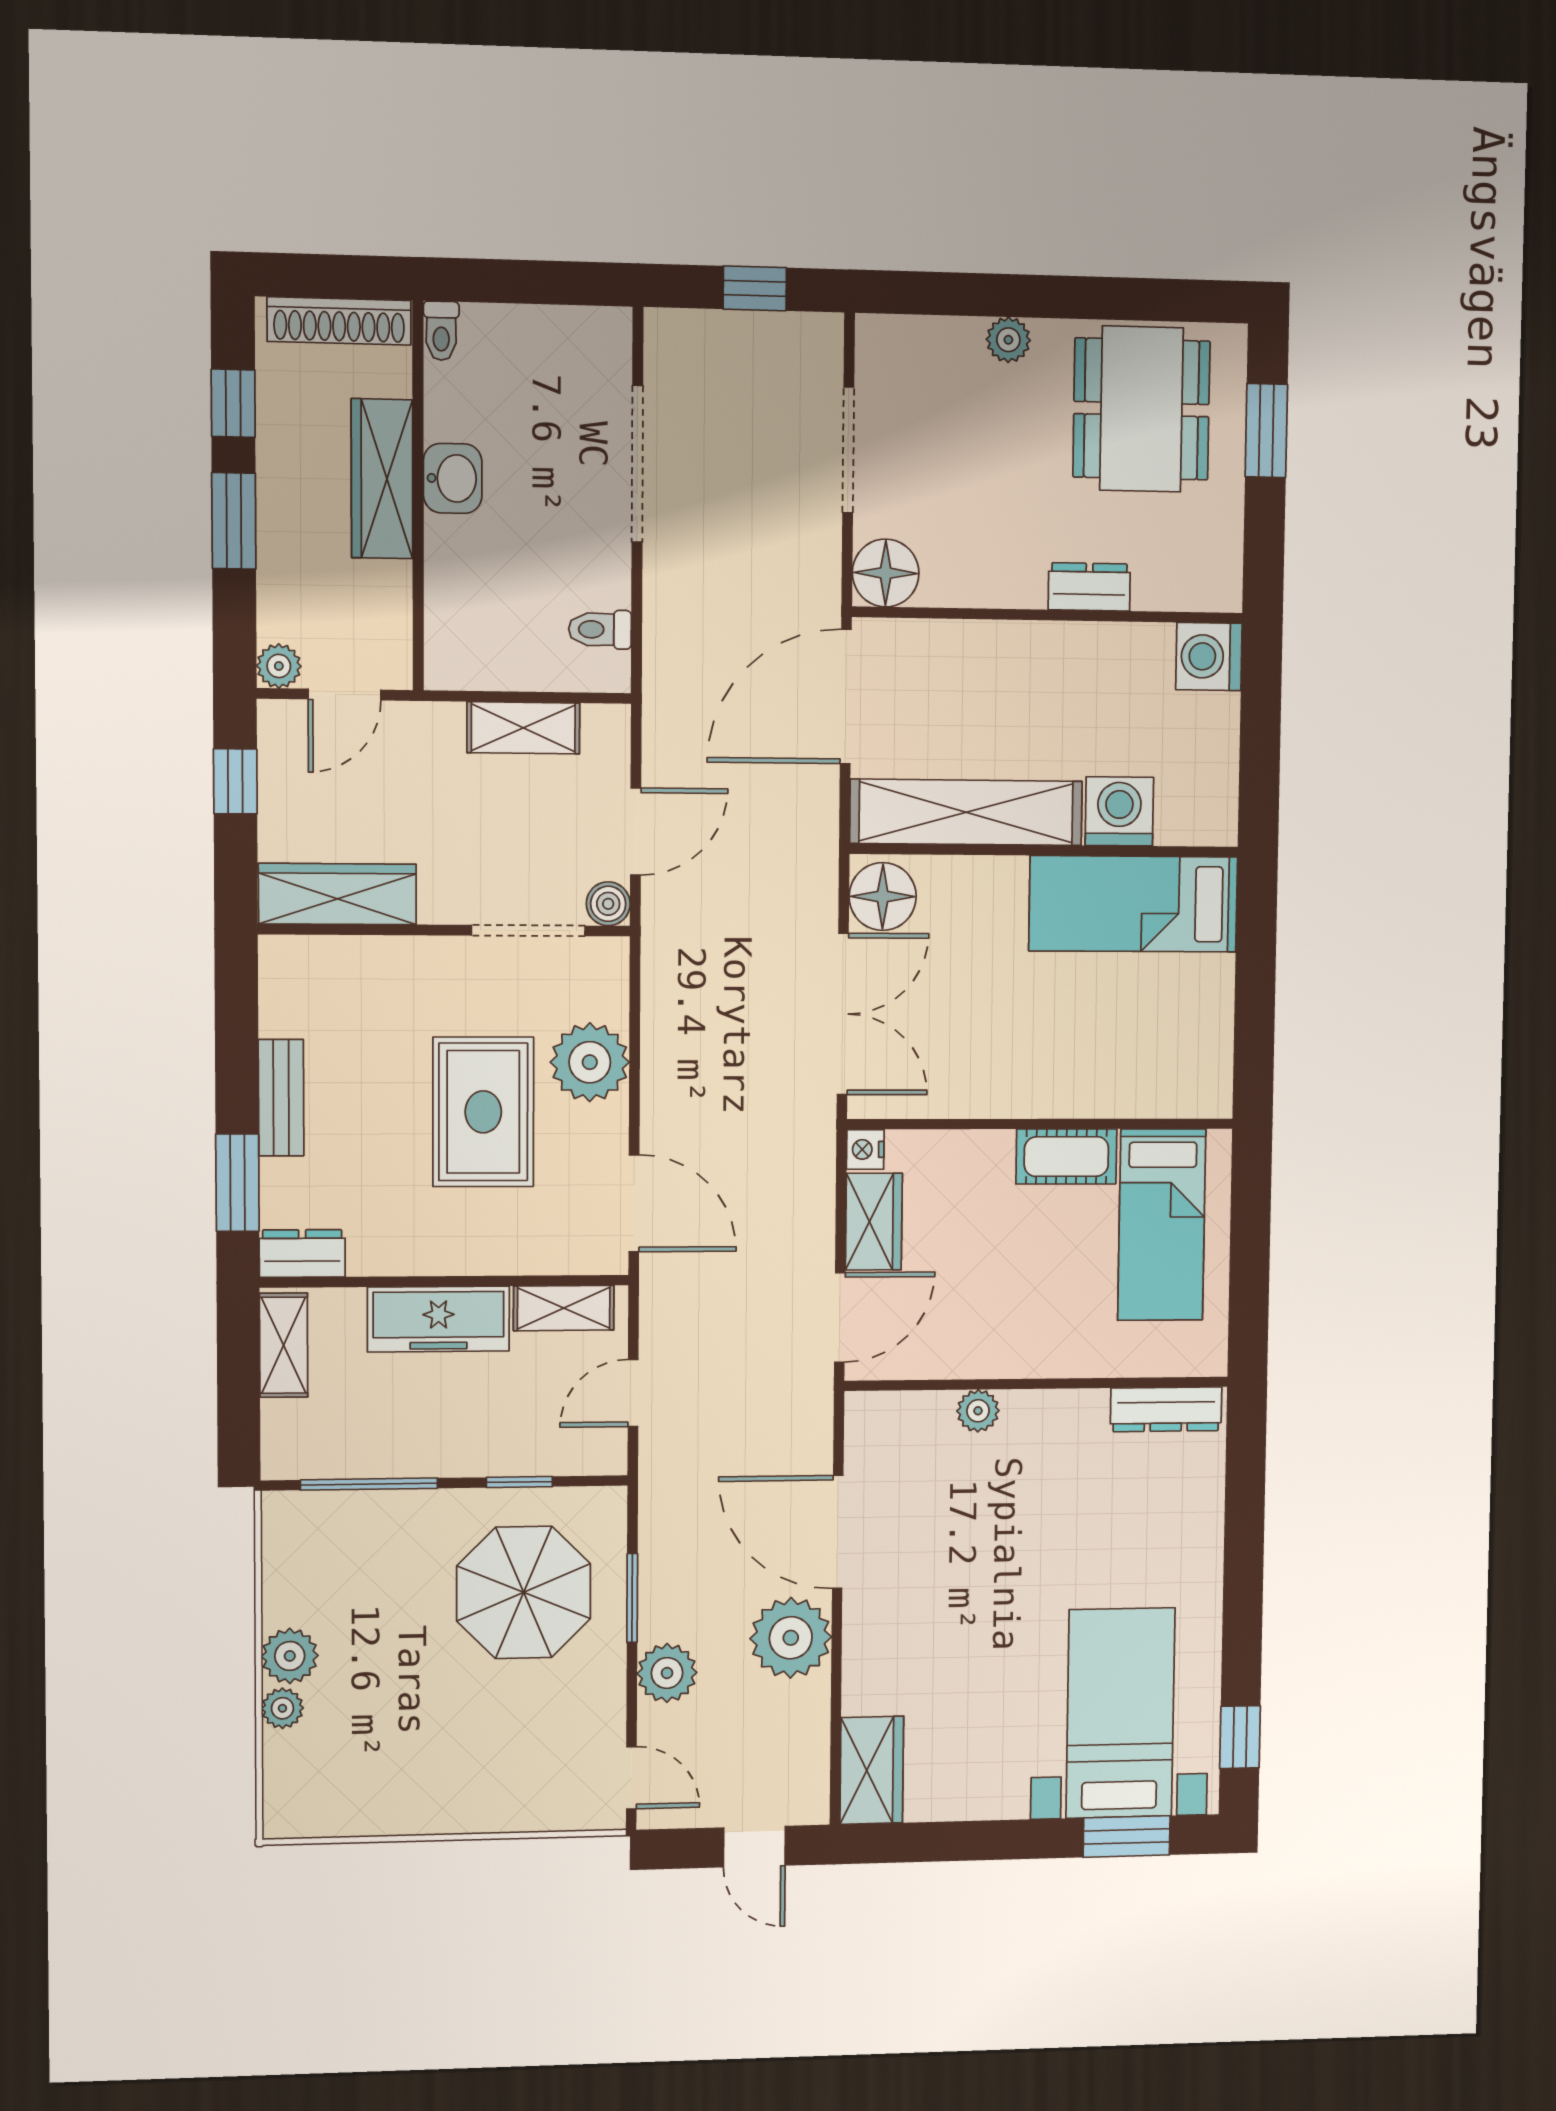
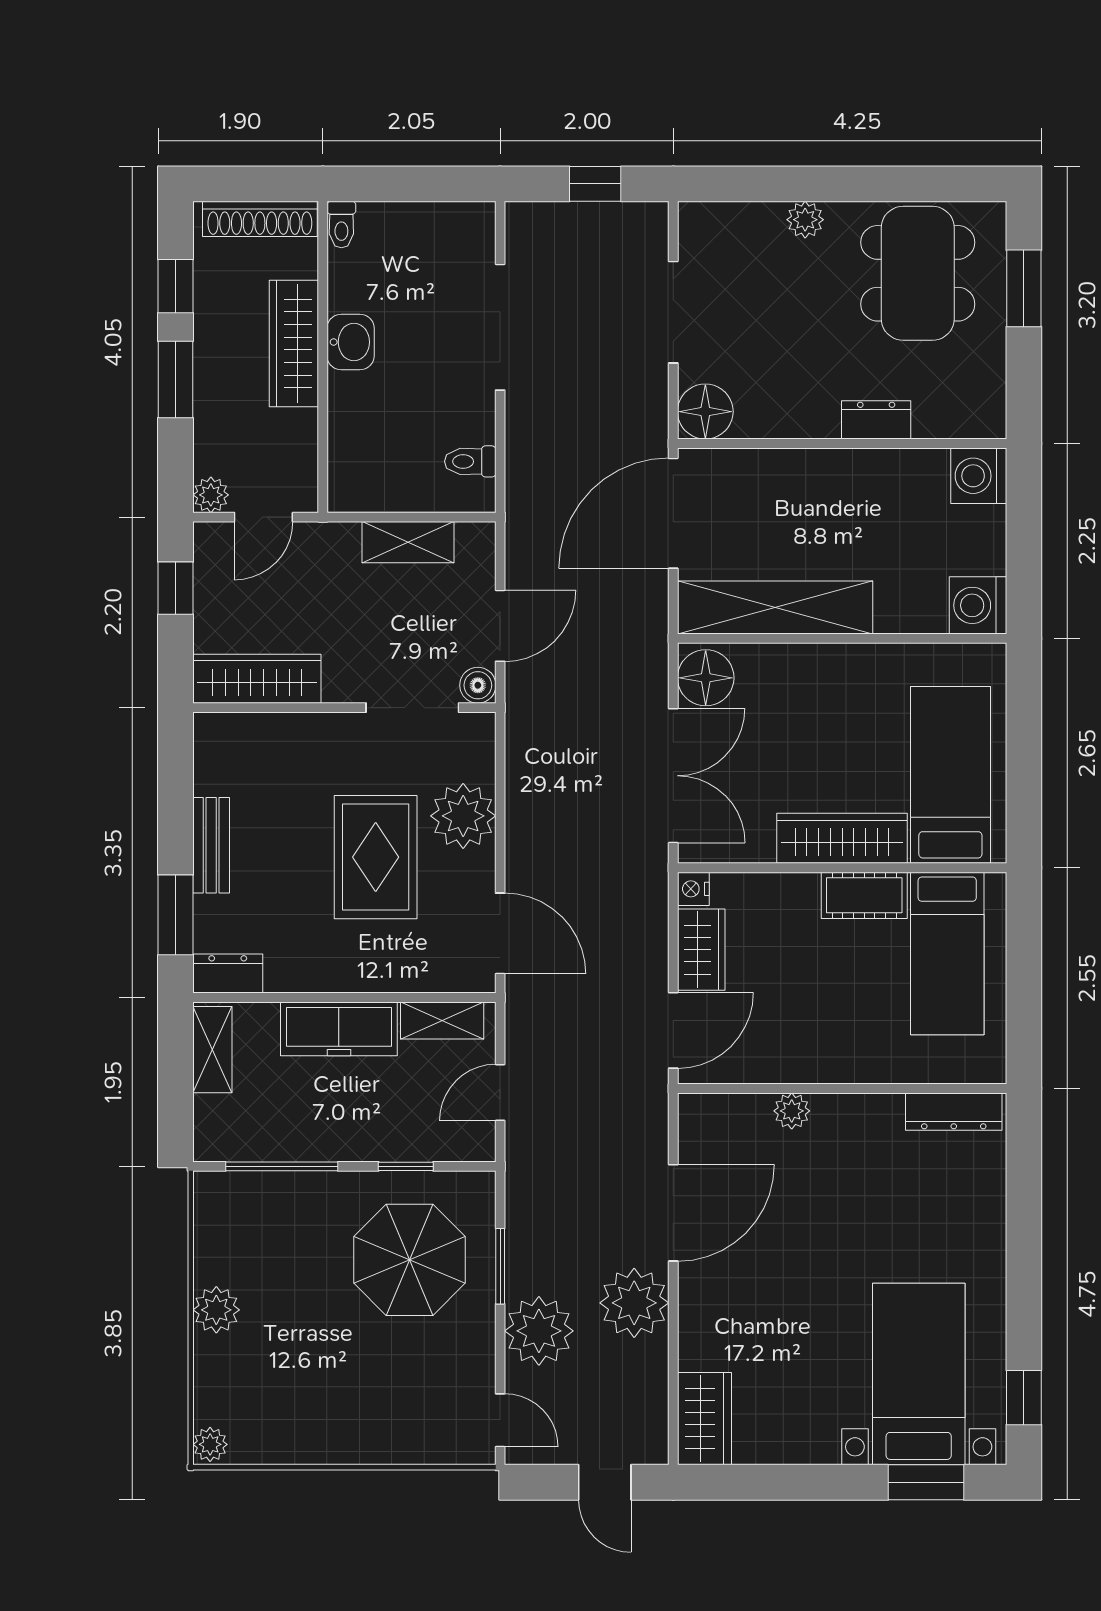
washing machine: (1119, 811) -> (978, 605), moved, turned -90
bed: (1133, 904) -> (950, 775), moved, turned 90
wardrobe: (1041, 1089) -> (842, 838), added
door: (838, 1532) -> (673, 1213), swing flipped
plant: (667, 1673) -> (539, 1331), width x1.36, depth x1.36
plant: (282, 1708) -> (210, 1444), moved

